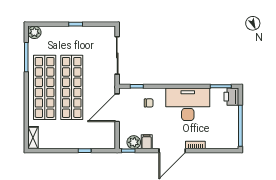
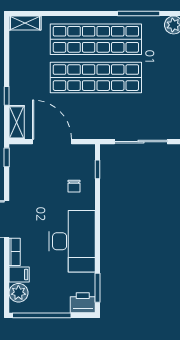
door: (117, 108) -> (52, 142), moved
plant: (134, 142) -> (18, 293), moved
filing cabinet: (147, 142) -> (19, 274), moved
shelving: (103, 144) -> (17, 122), added

